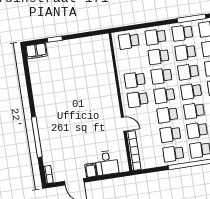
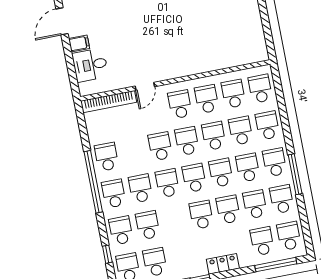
school desk: (170, 134) -> (233, 94), moved

